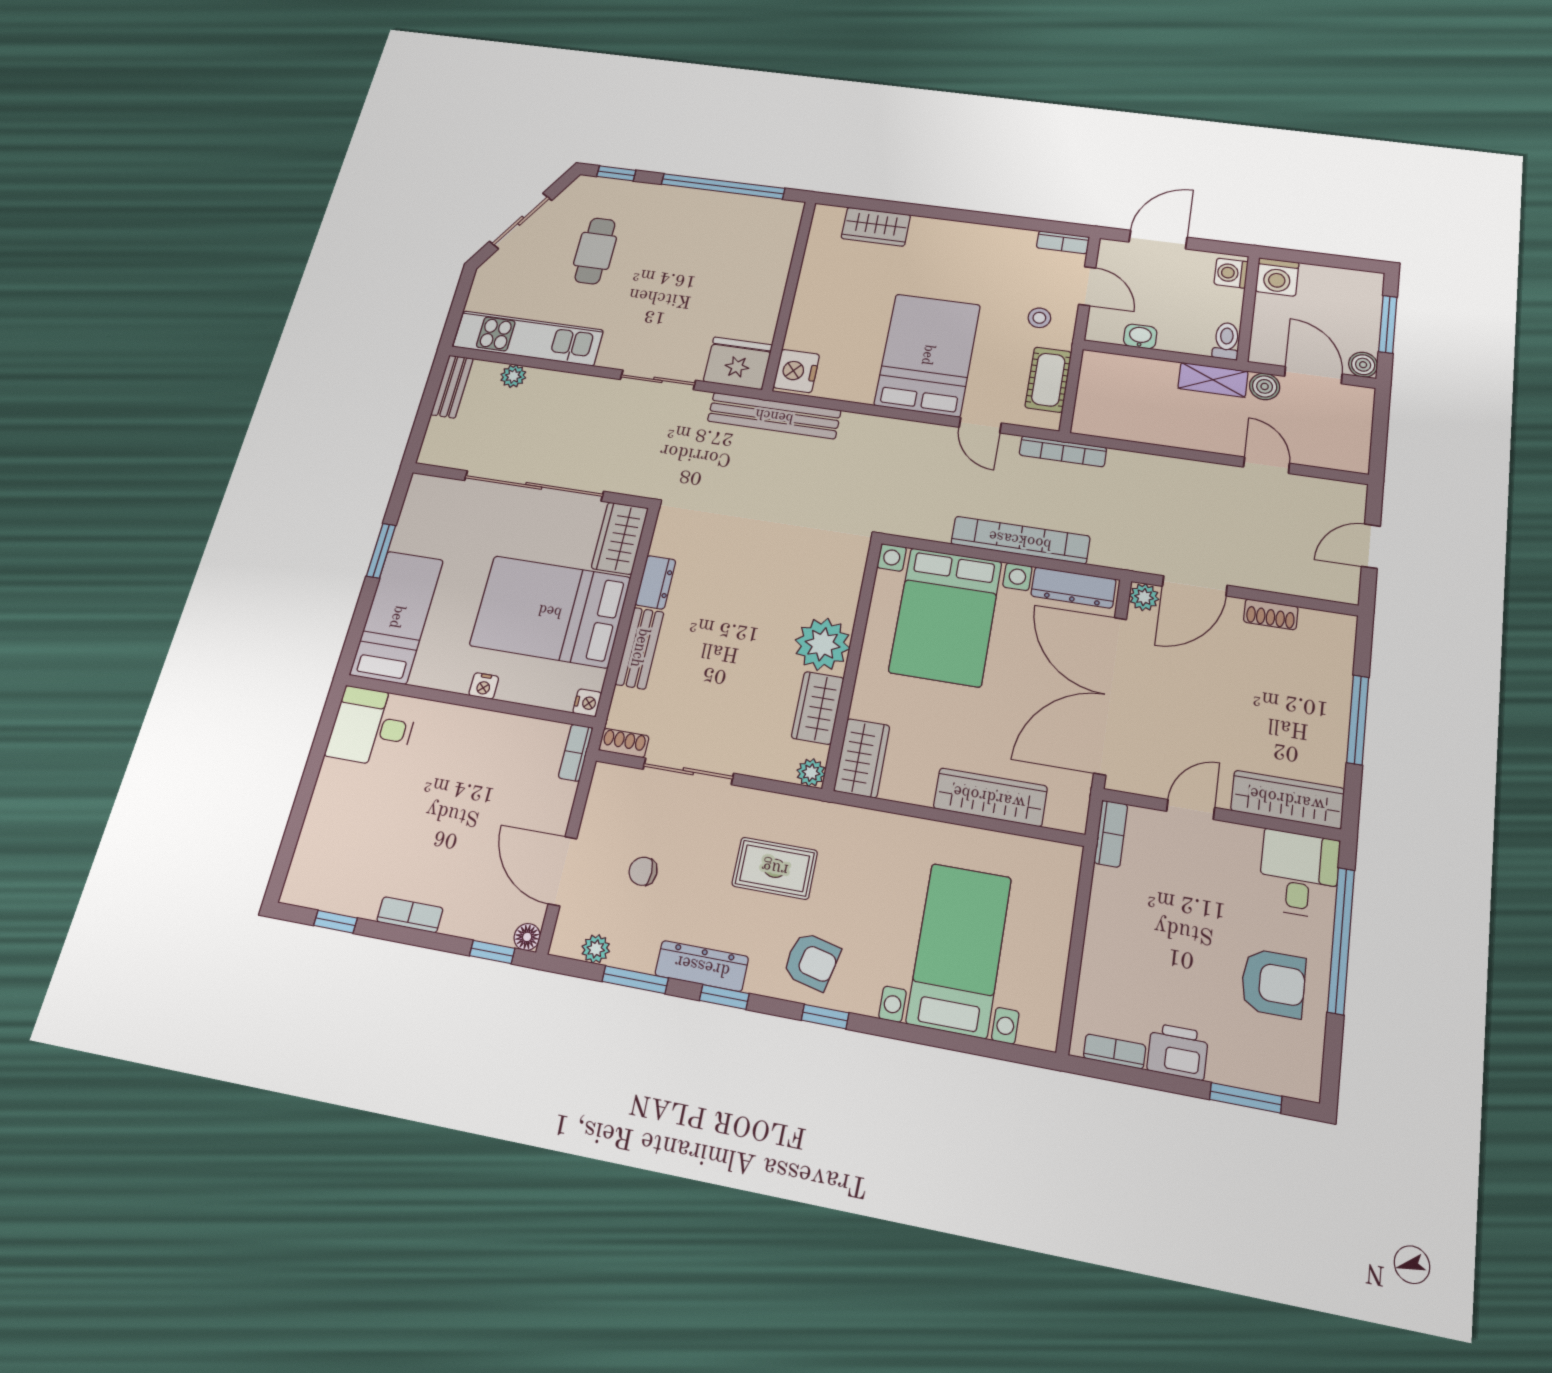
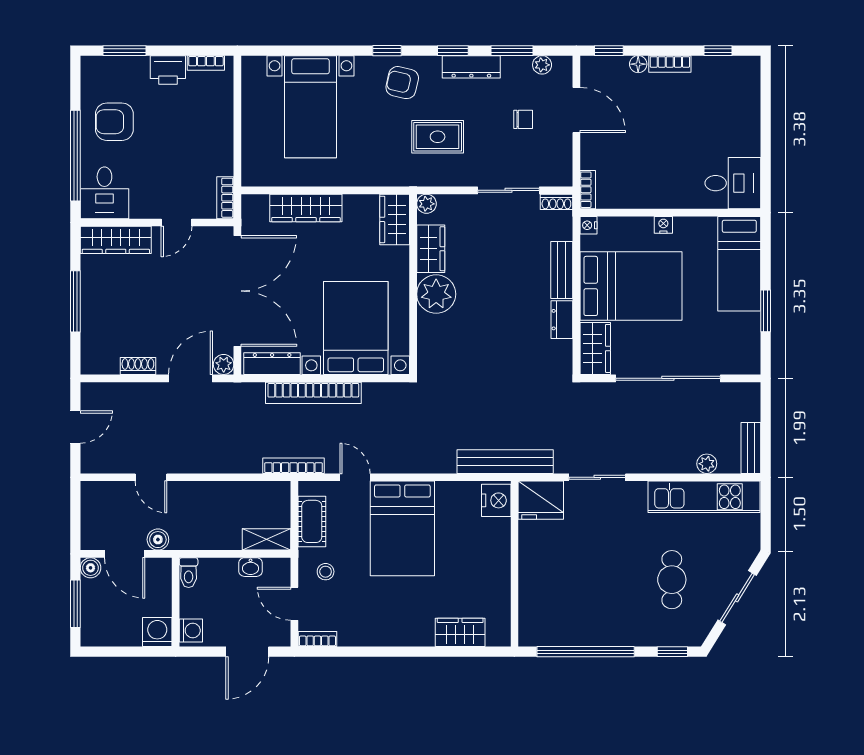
shelving: (1213, 380) -> (266, 539), moved
floor lamp: (527, 937) -> (638, 64), moved

